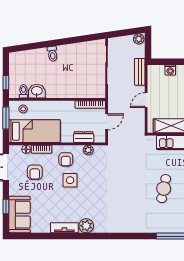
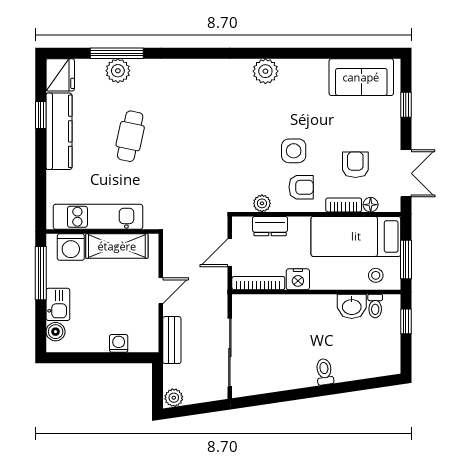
nightstand: (68, 107) -> (298, 279), added
armchair: (66, 159) -> (301, 187), turned 90
sofa: (20, 215) -> (361, 77), moved, turned -90
plant: (171, 226) -> (118, 71), added
tv unit: (64, 228) -> (304, 68), removed

